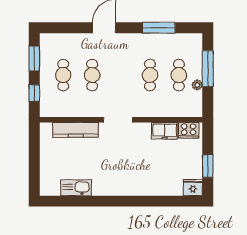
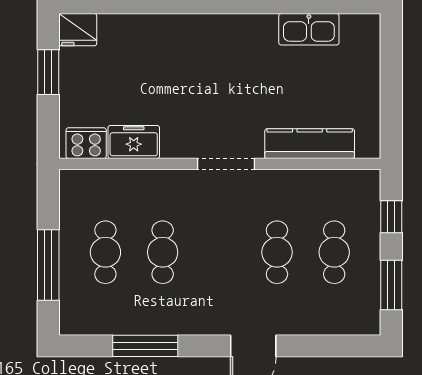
plant: (197, 85) -> (69, 232), removed

